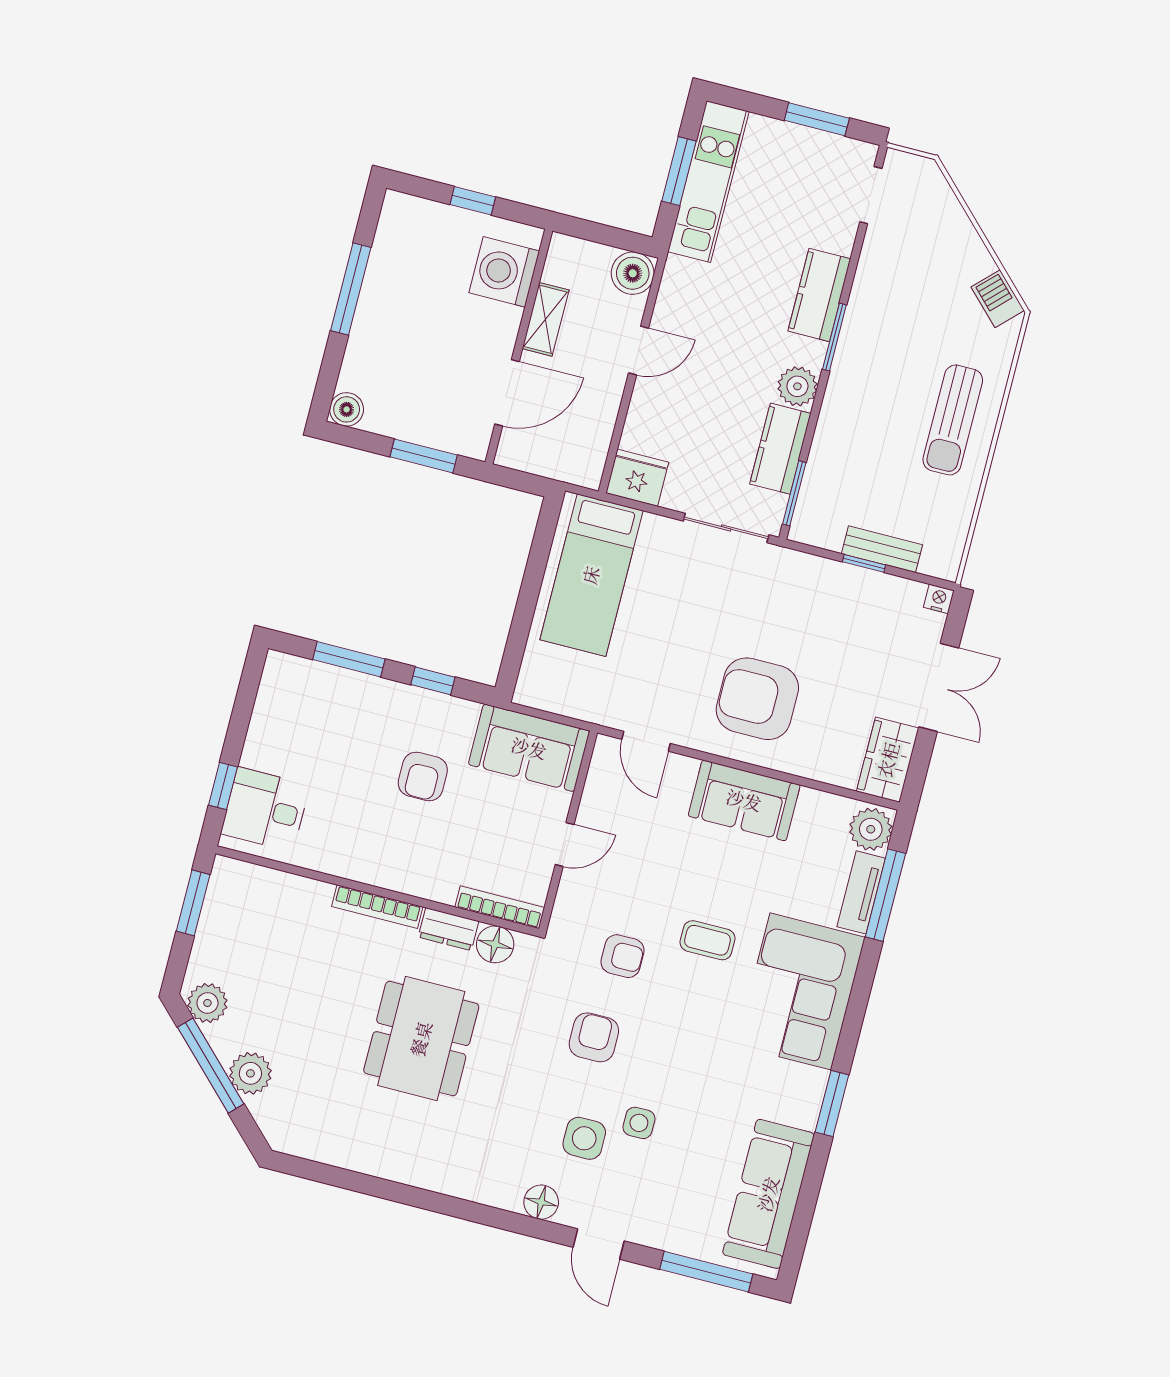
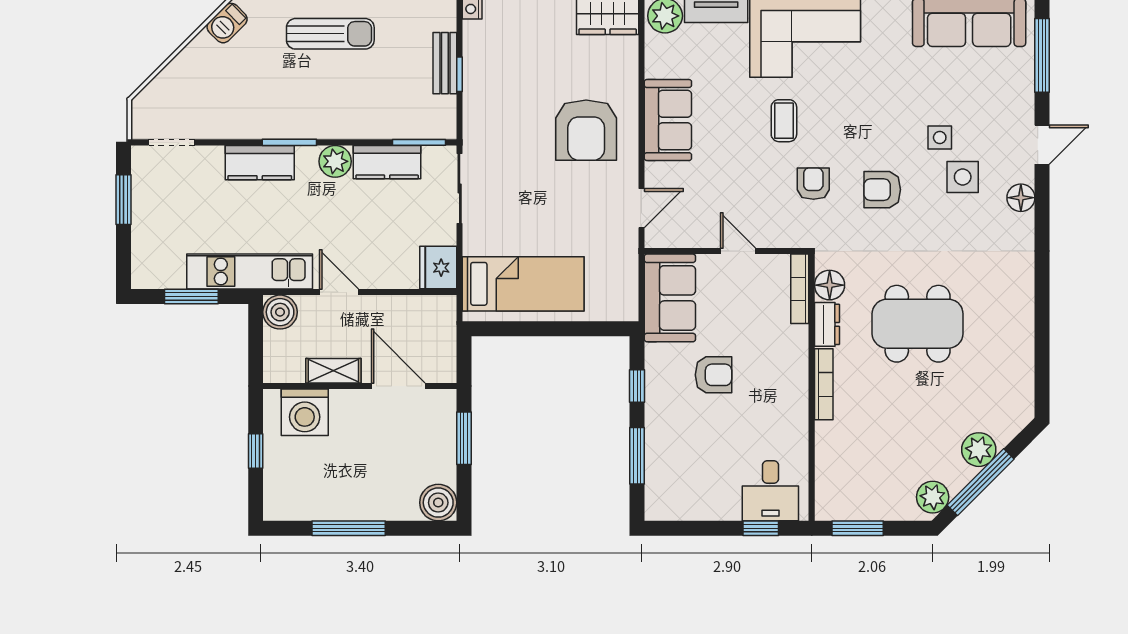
kitchen unit: (708, 182) -> (250, 271), moved
boiler: (347, 409) -> (438, 503), width x1.36, depth x1.36

